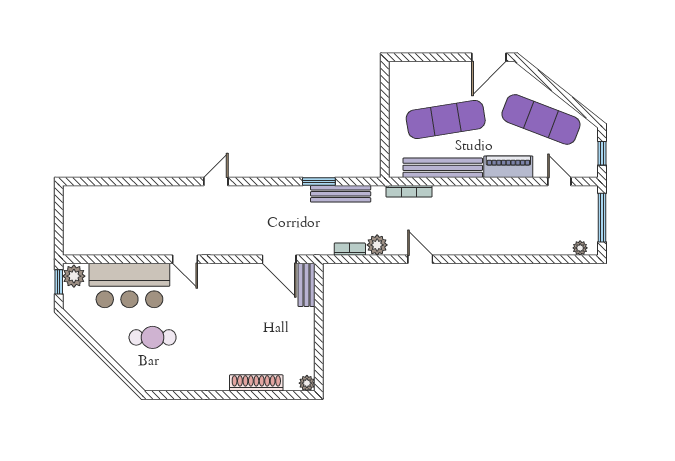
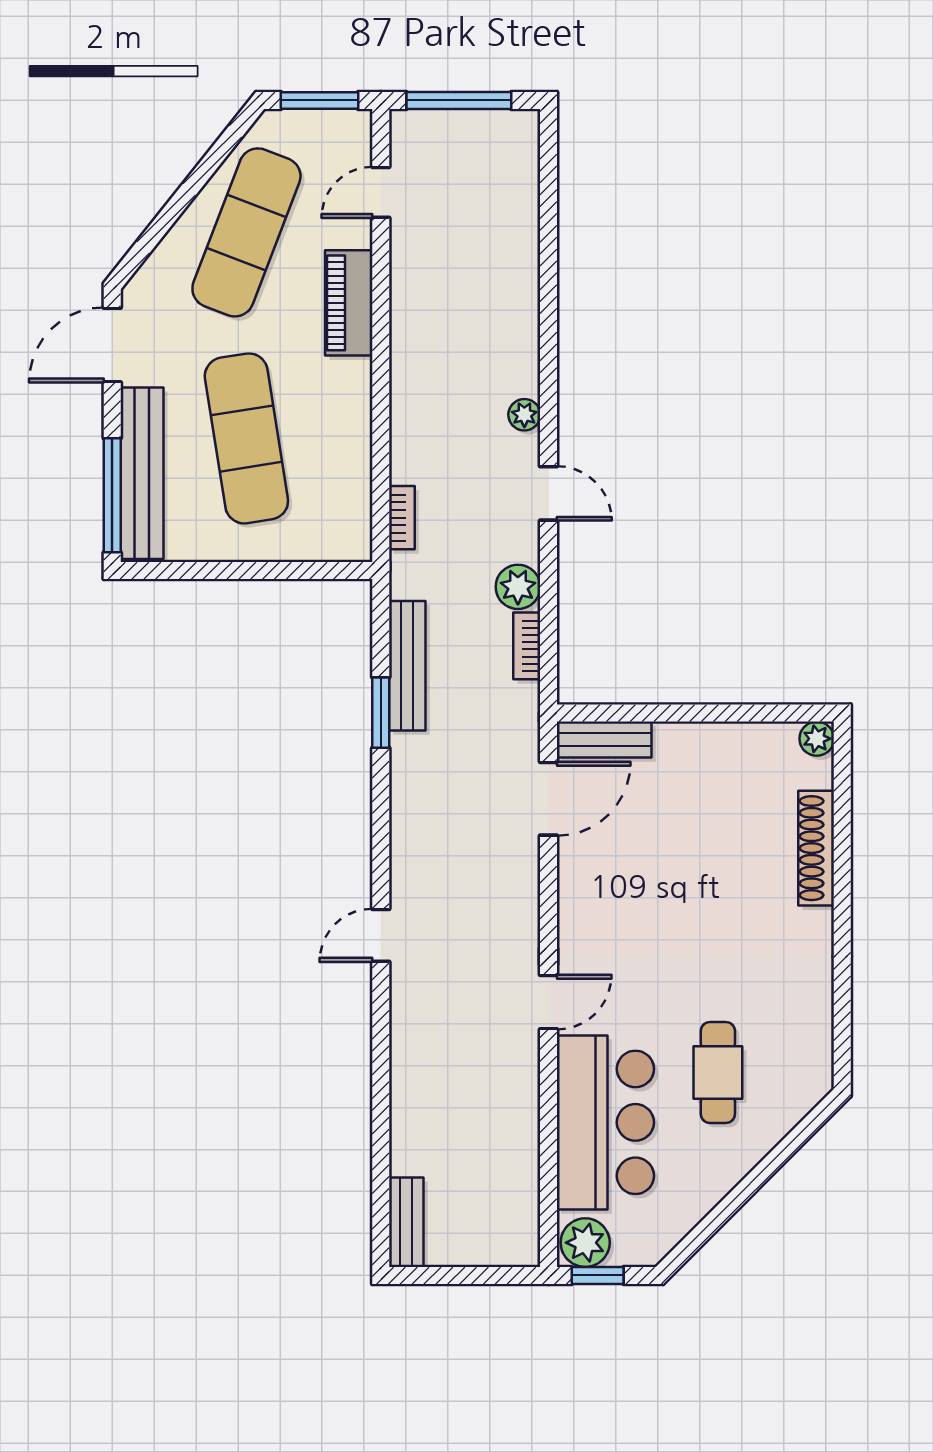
window: (419, 57) -> (112, 495), added
door: (489, 57) -> (112, 345), swing flipped
window: (602, 153) -> (320, 100), width x1.50
bench: (443, 168) -> (142, 473), moved
door: (216, 182) -> (381, 935), hinge flipped
bookcase: (409, 191) -> (402, 518), width x0.64
bench: (83, 193) -> (406, 1222), added
plant: (580, 248) -> (524, 415), moved
door: (420, 259) -> (549, 493), swing flipped

